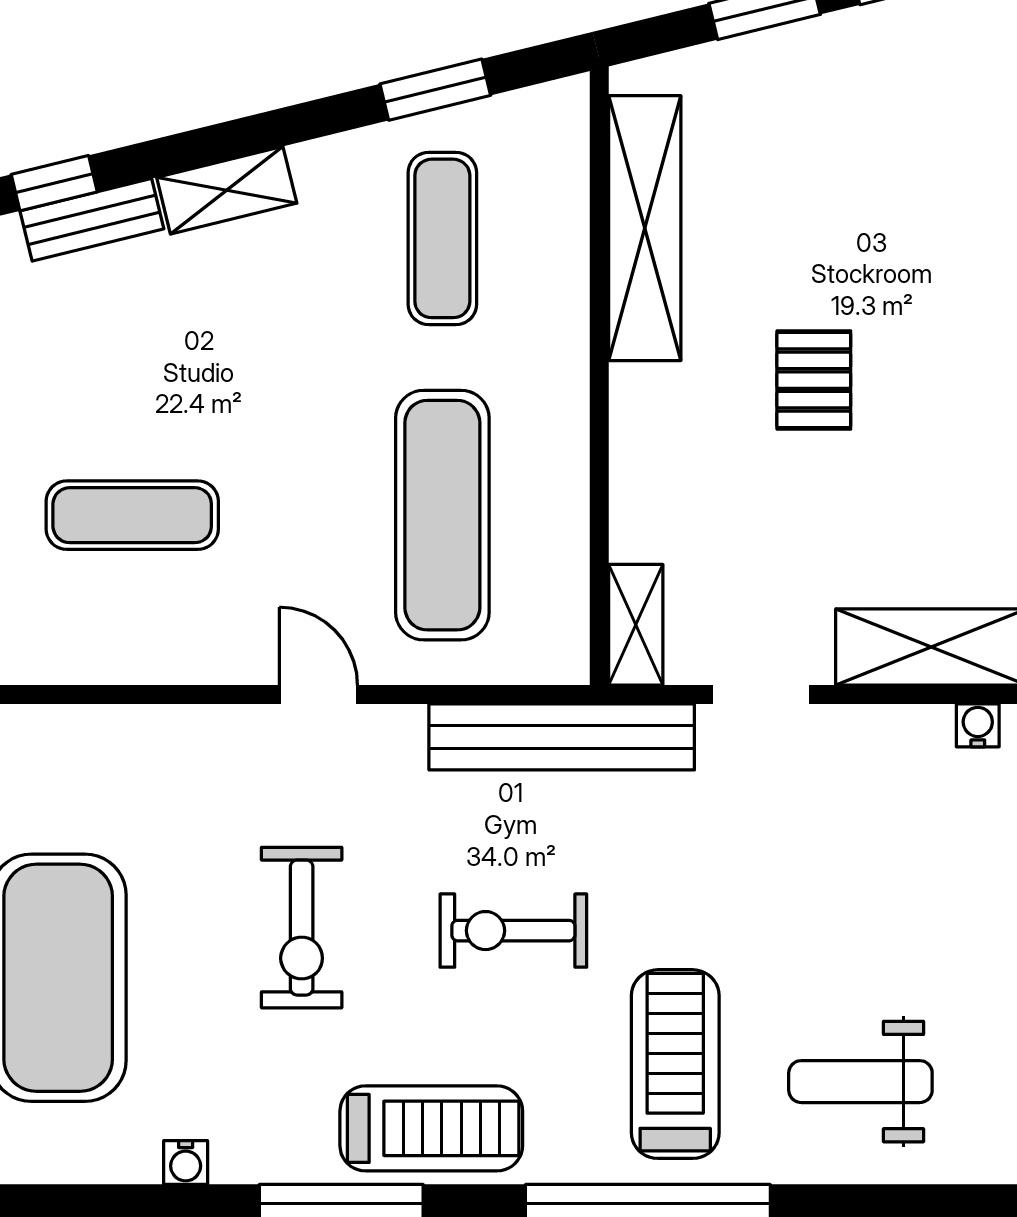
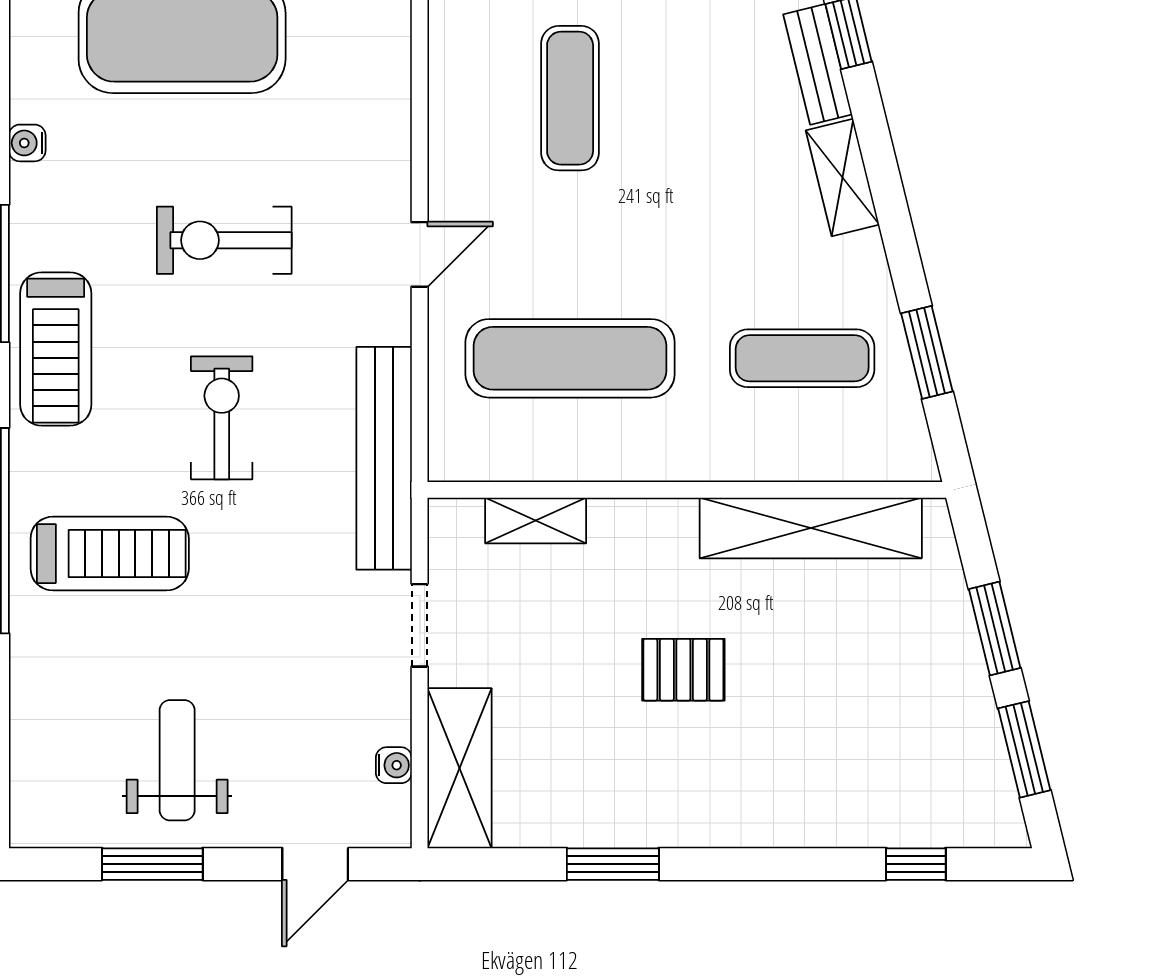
shelving: (636, 625) -> (536, 521), moved
water cooler: (978, 725) -> (394, 765), moved
weight bench: (860, 1082) -> (177, 760), moved

